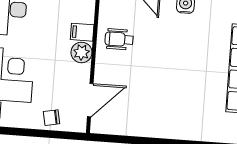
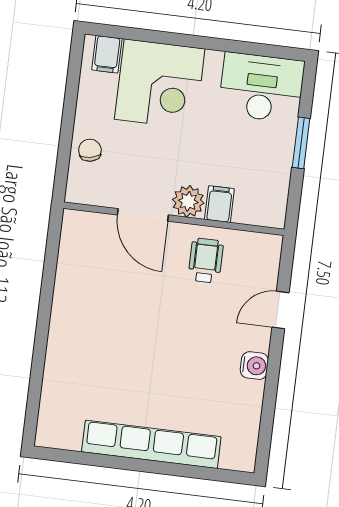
door: (90, 100) -> (143, 215), moved

